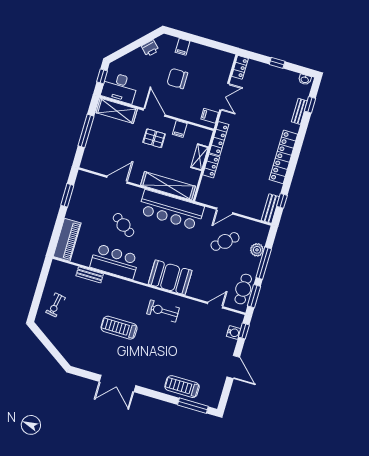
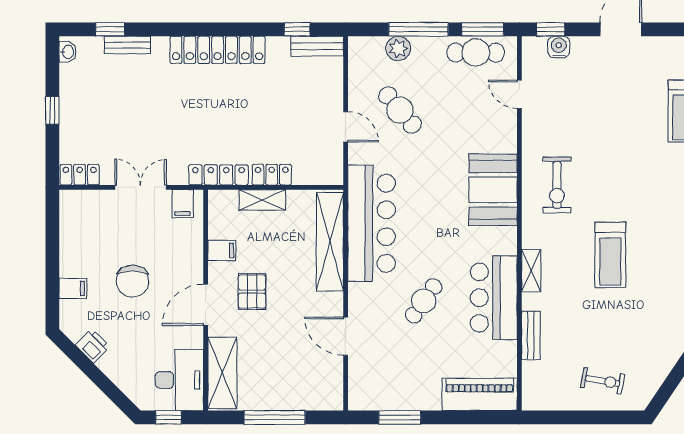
shelving: (123, 285) -> (531, 271), added

